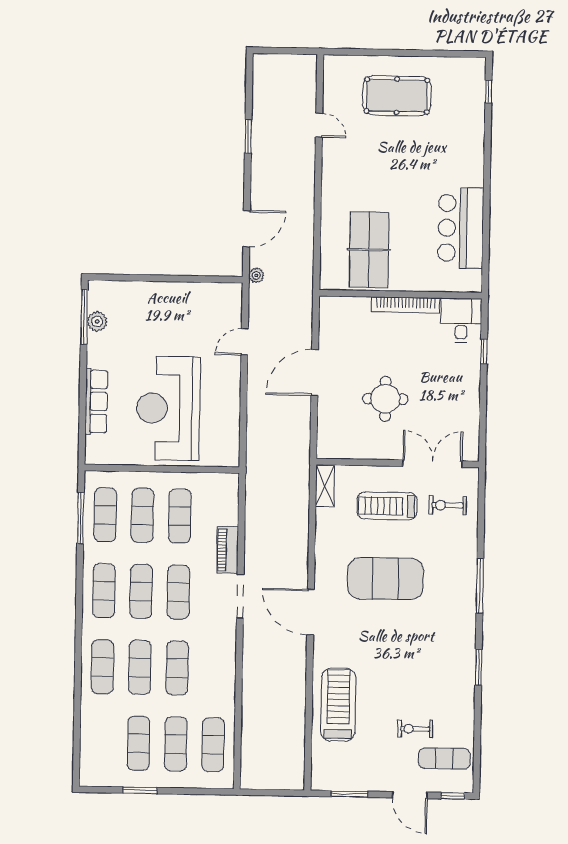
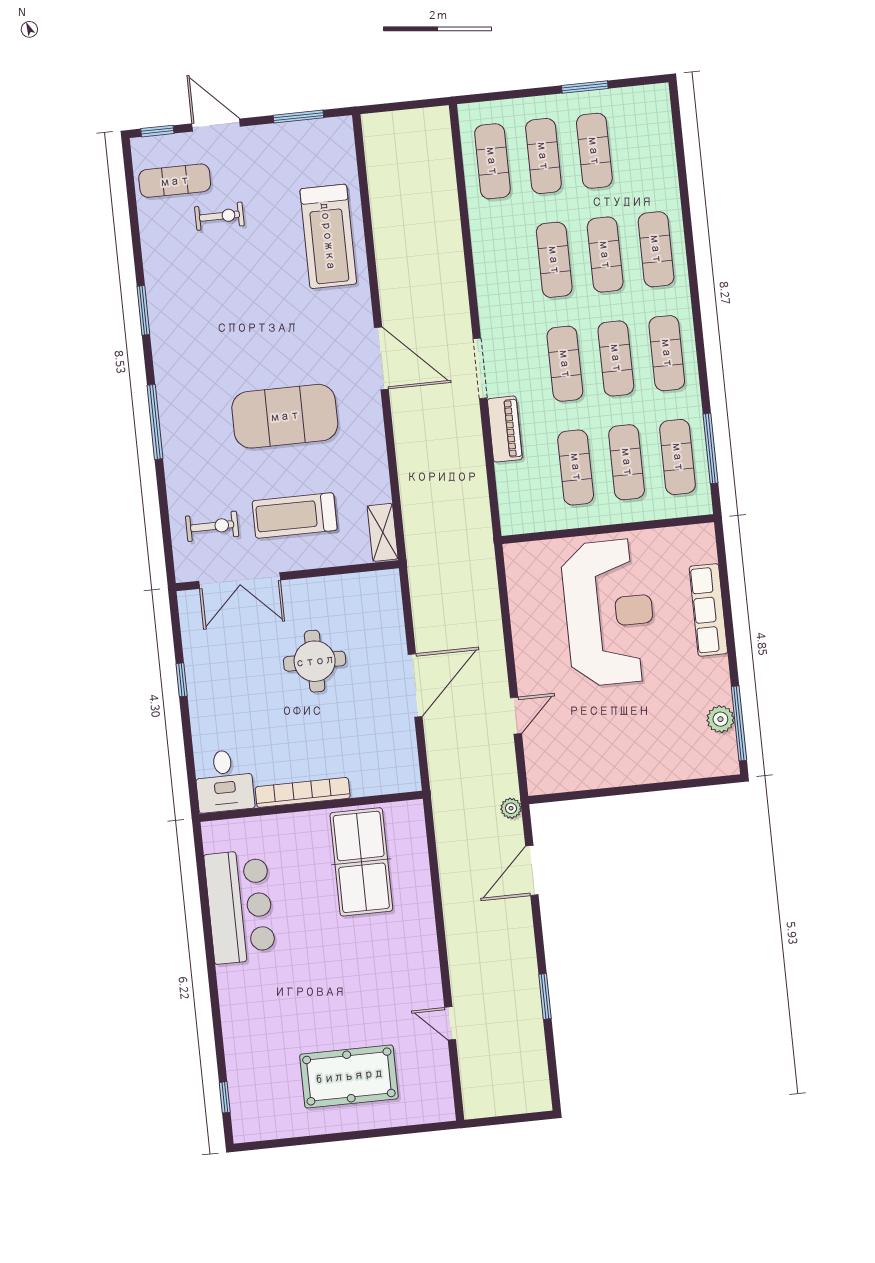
window: (484, 351) -> (182, 680), moved
treadmill: (387, 506) -> (295, 516), turned 180

